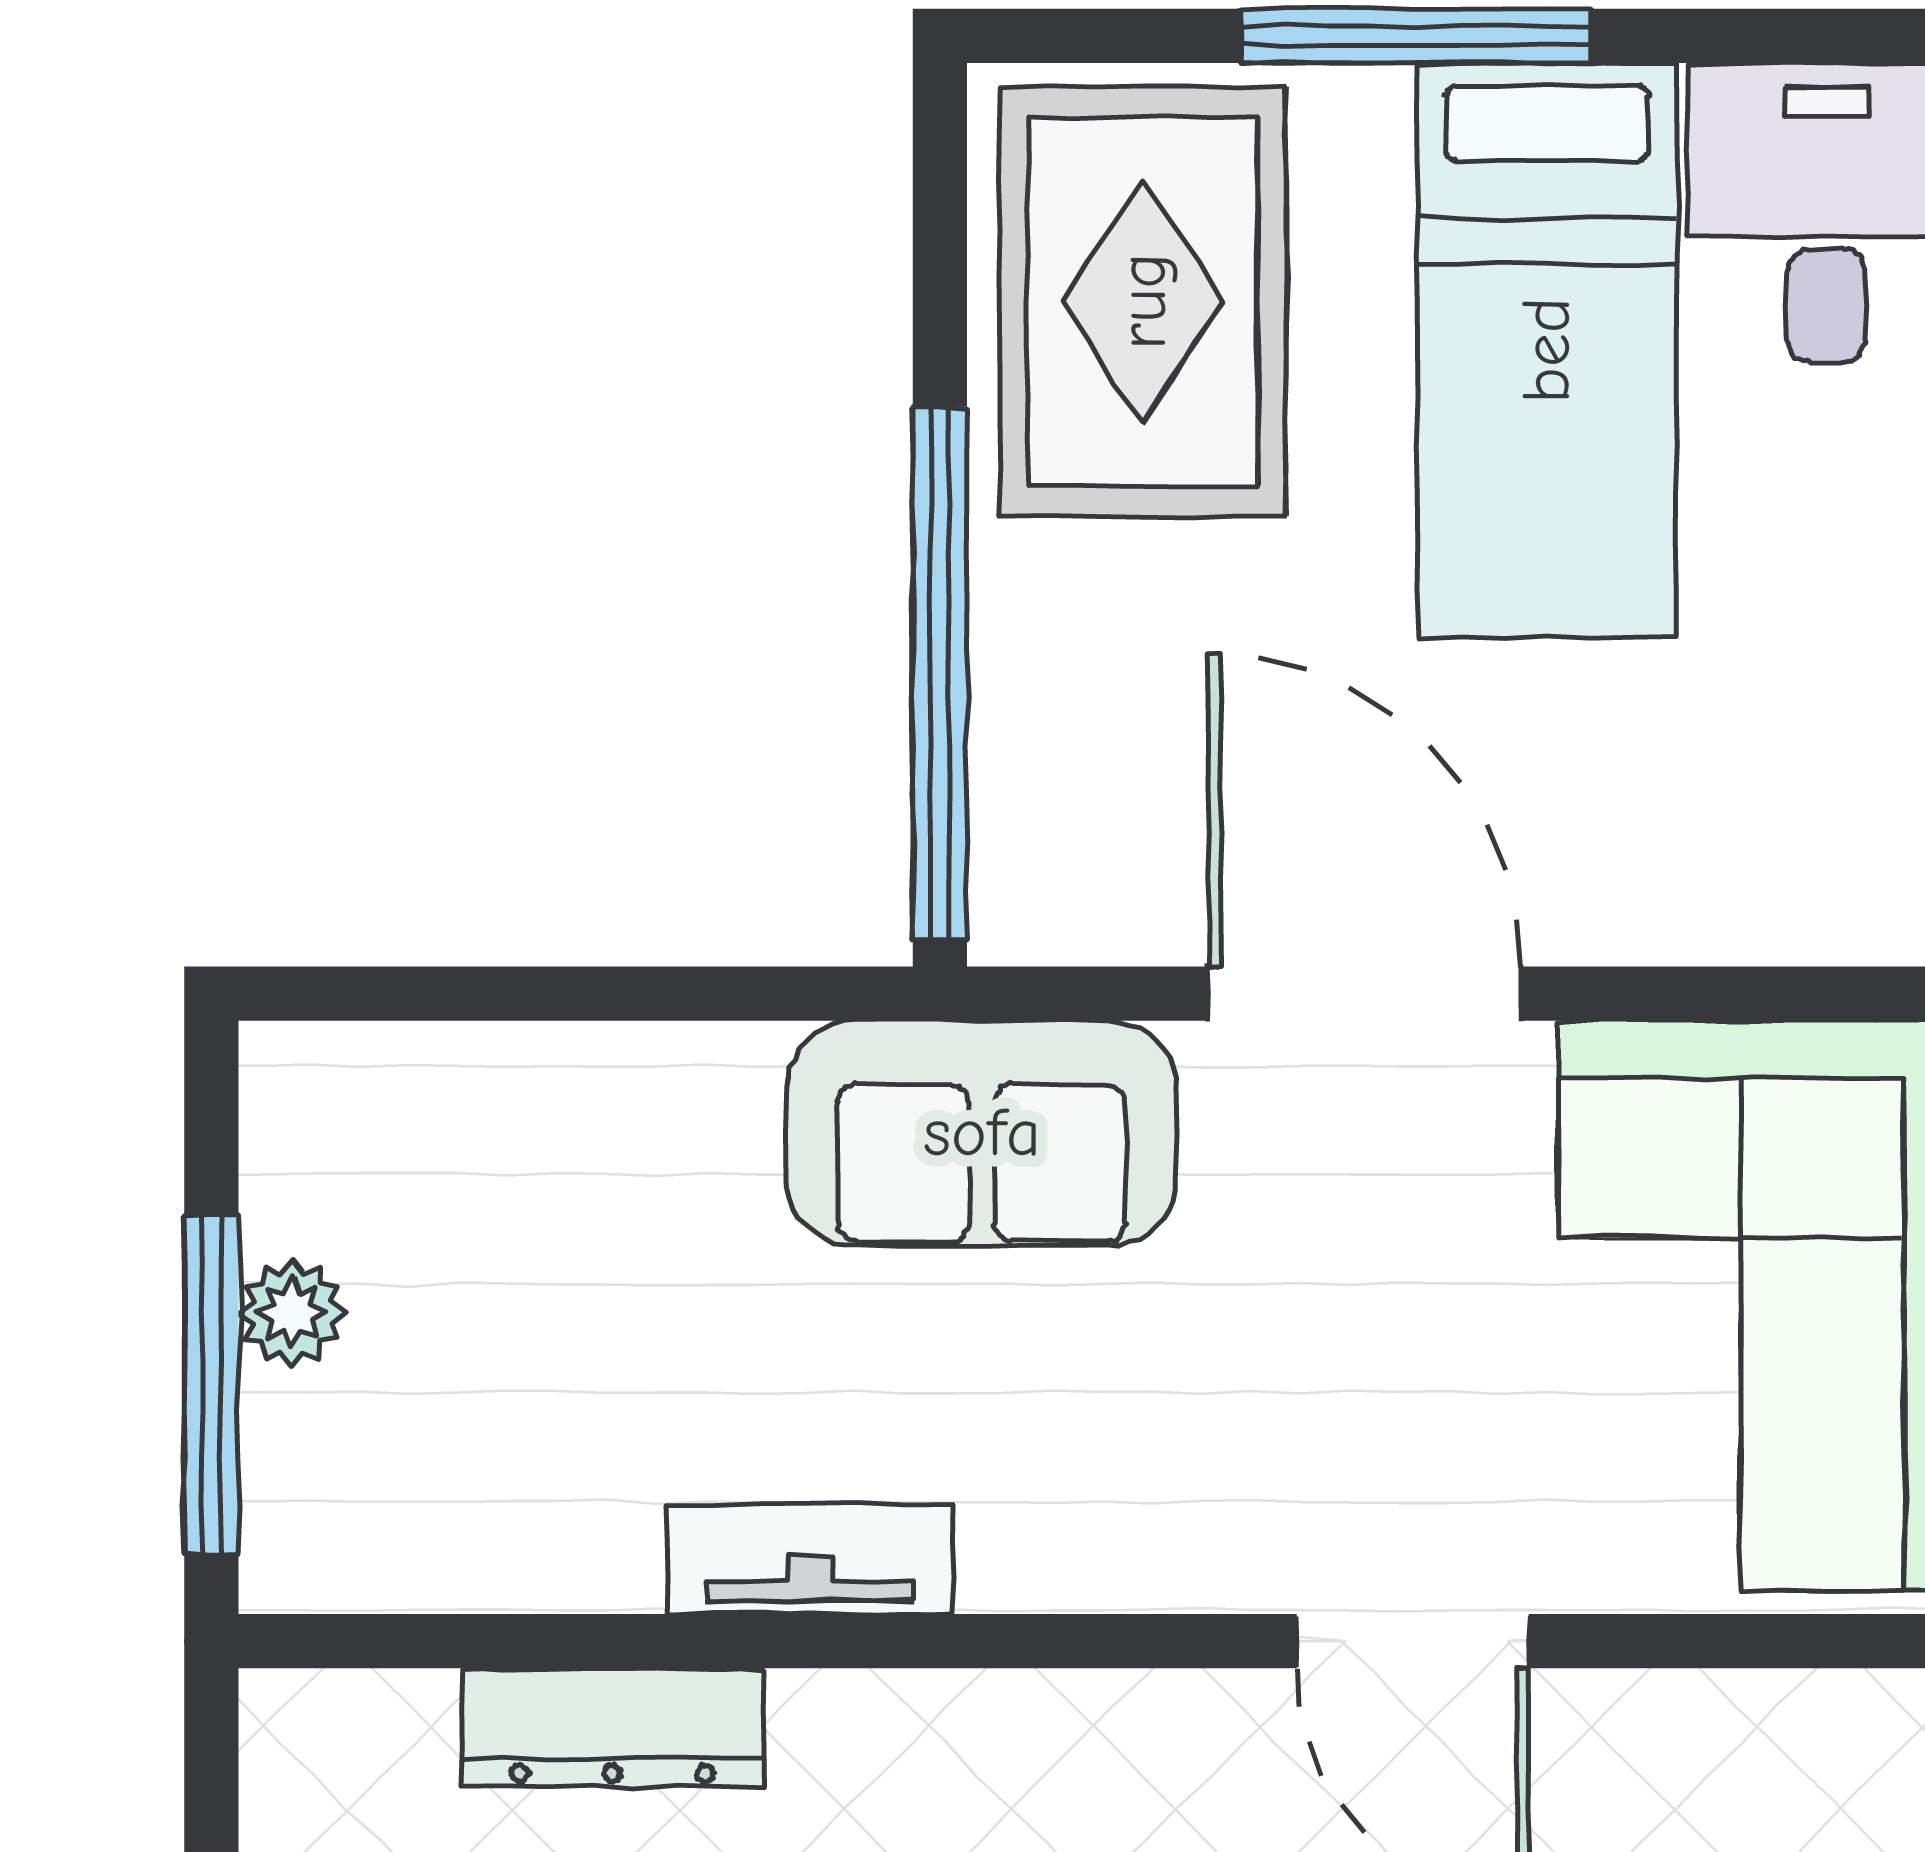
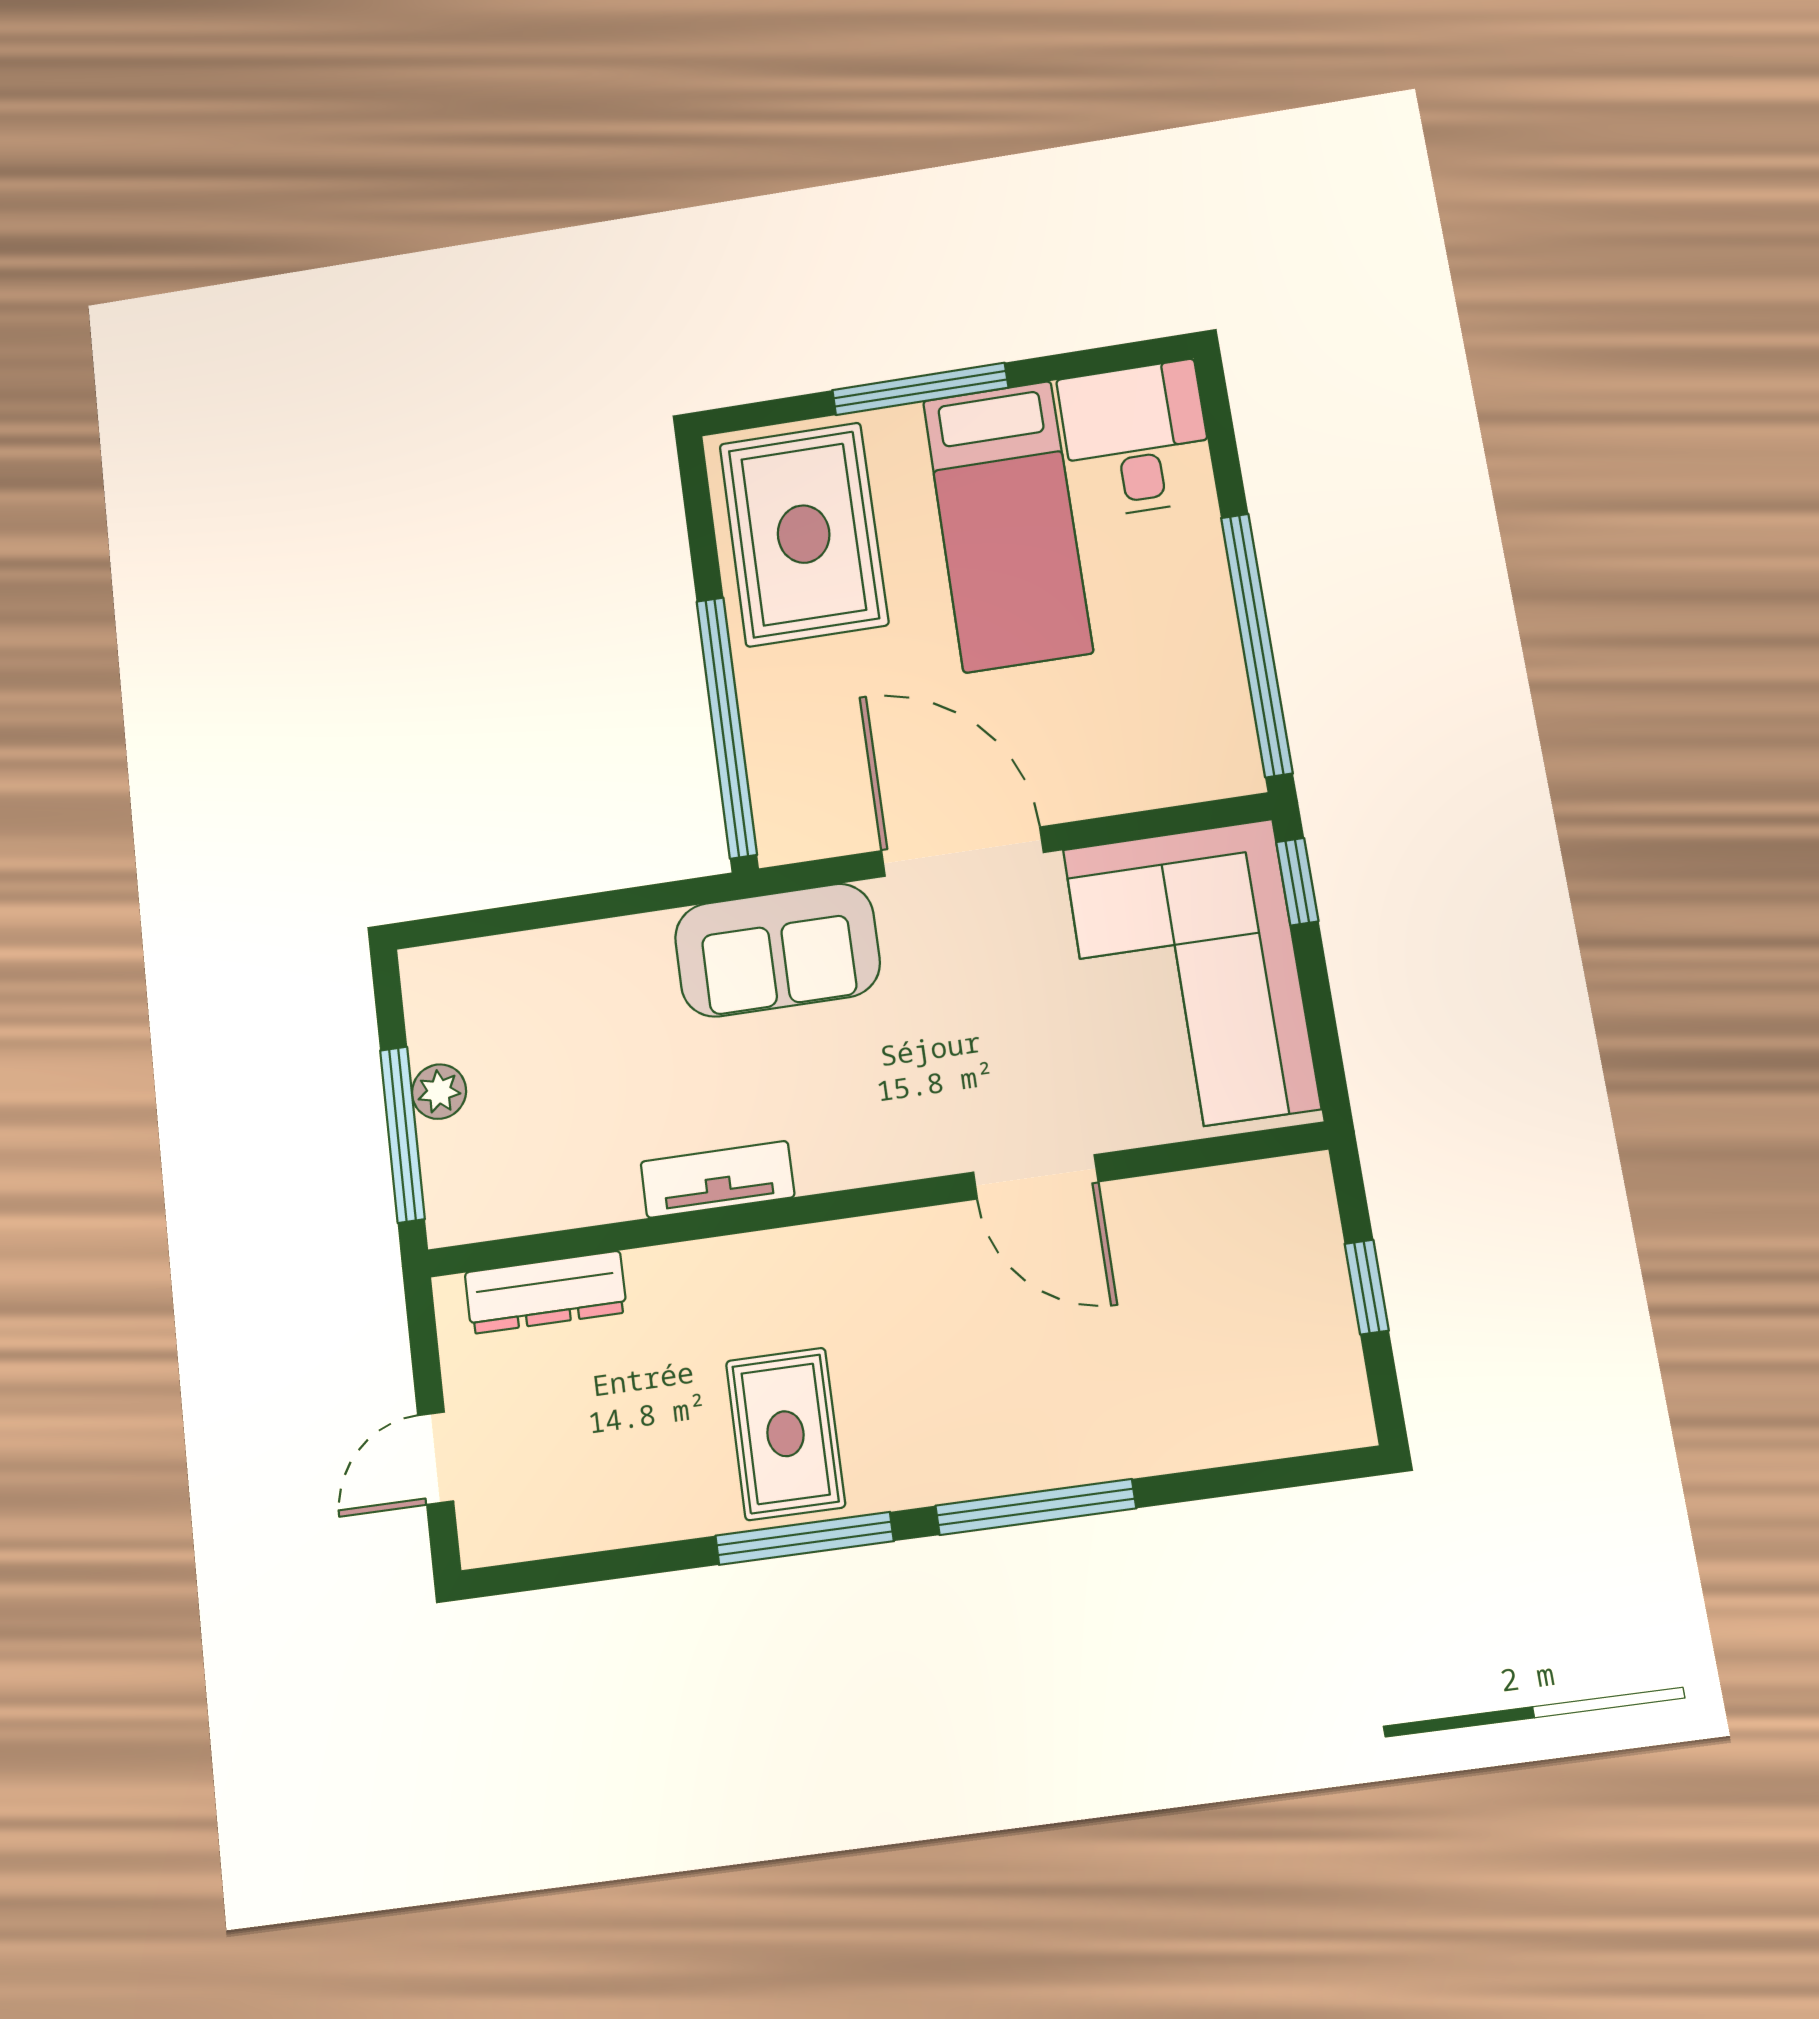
dresser: (612, 1727) -> (546, 1292), moved

